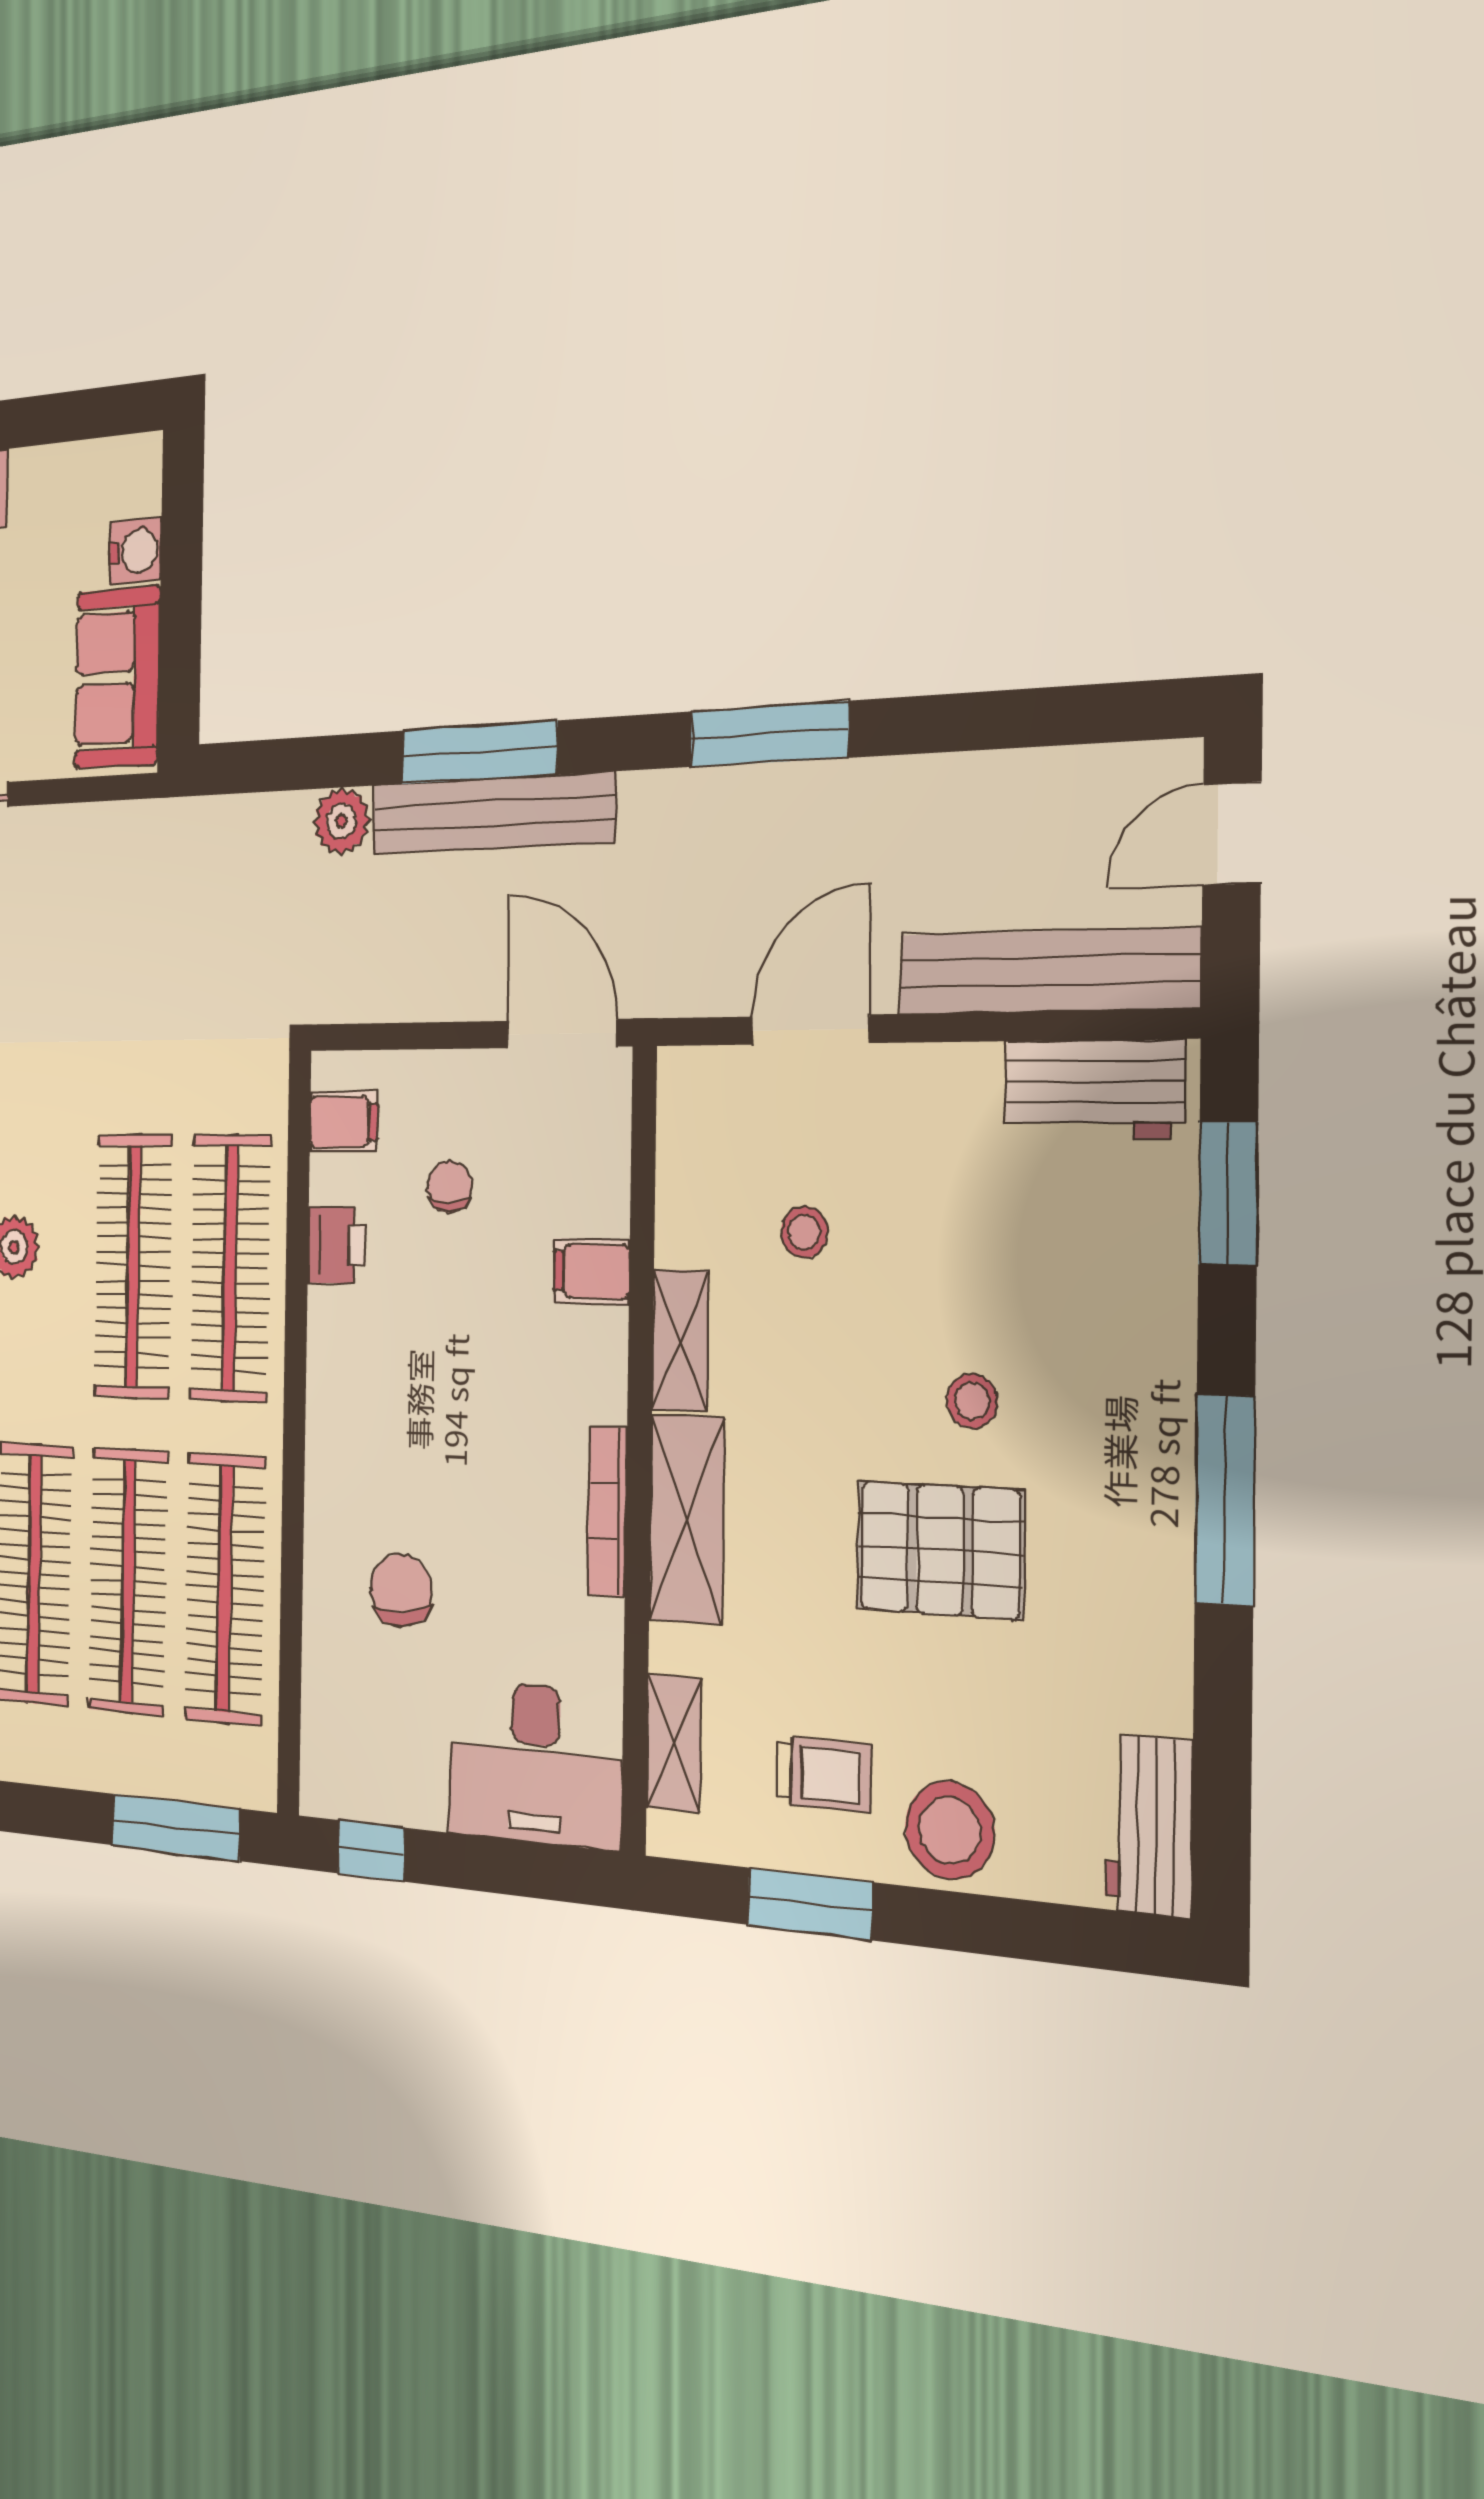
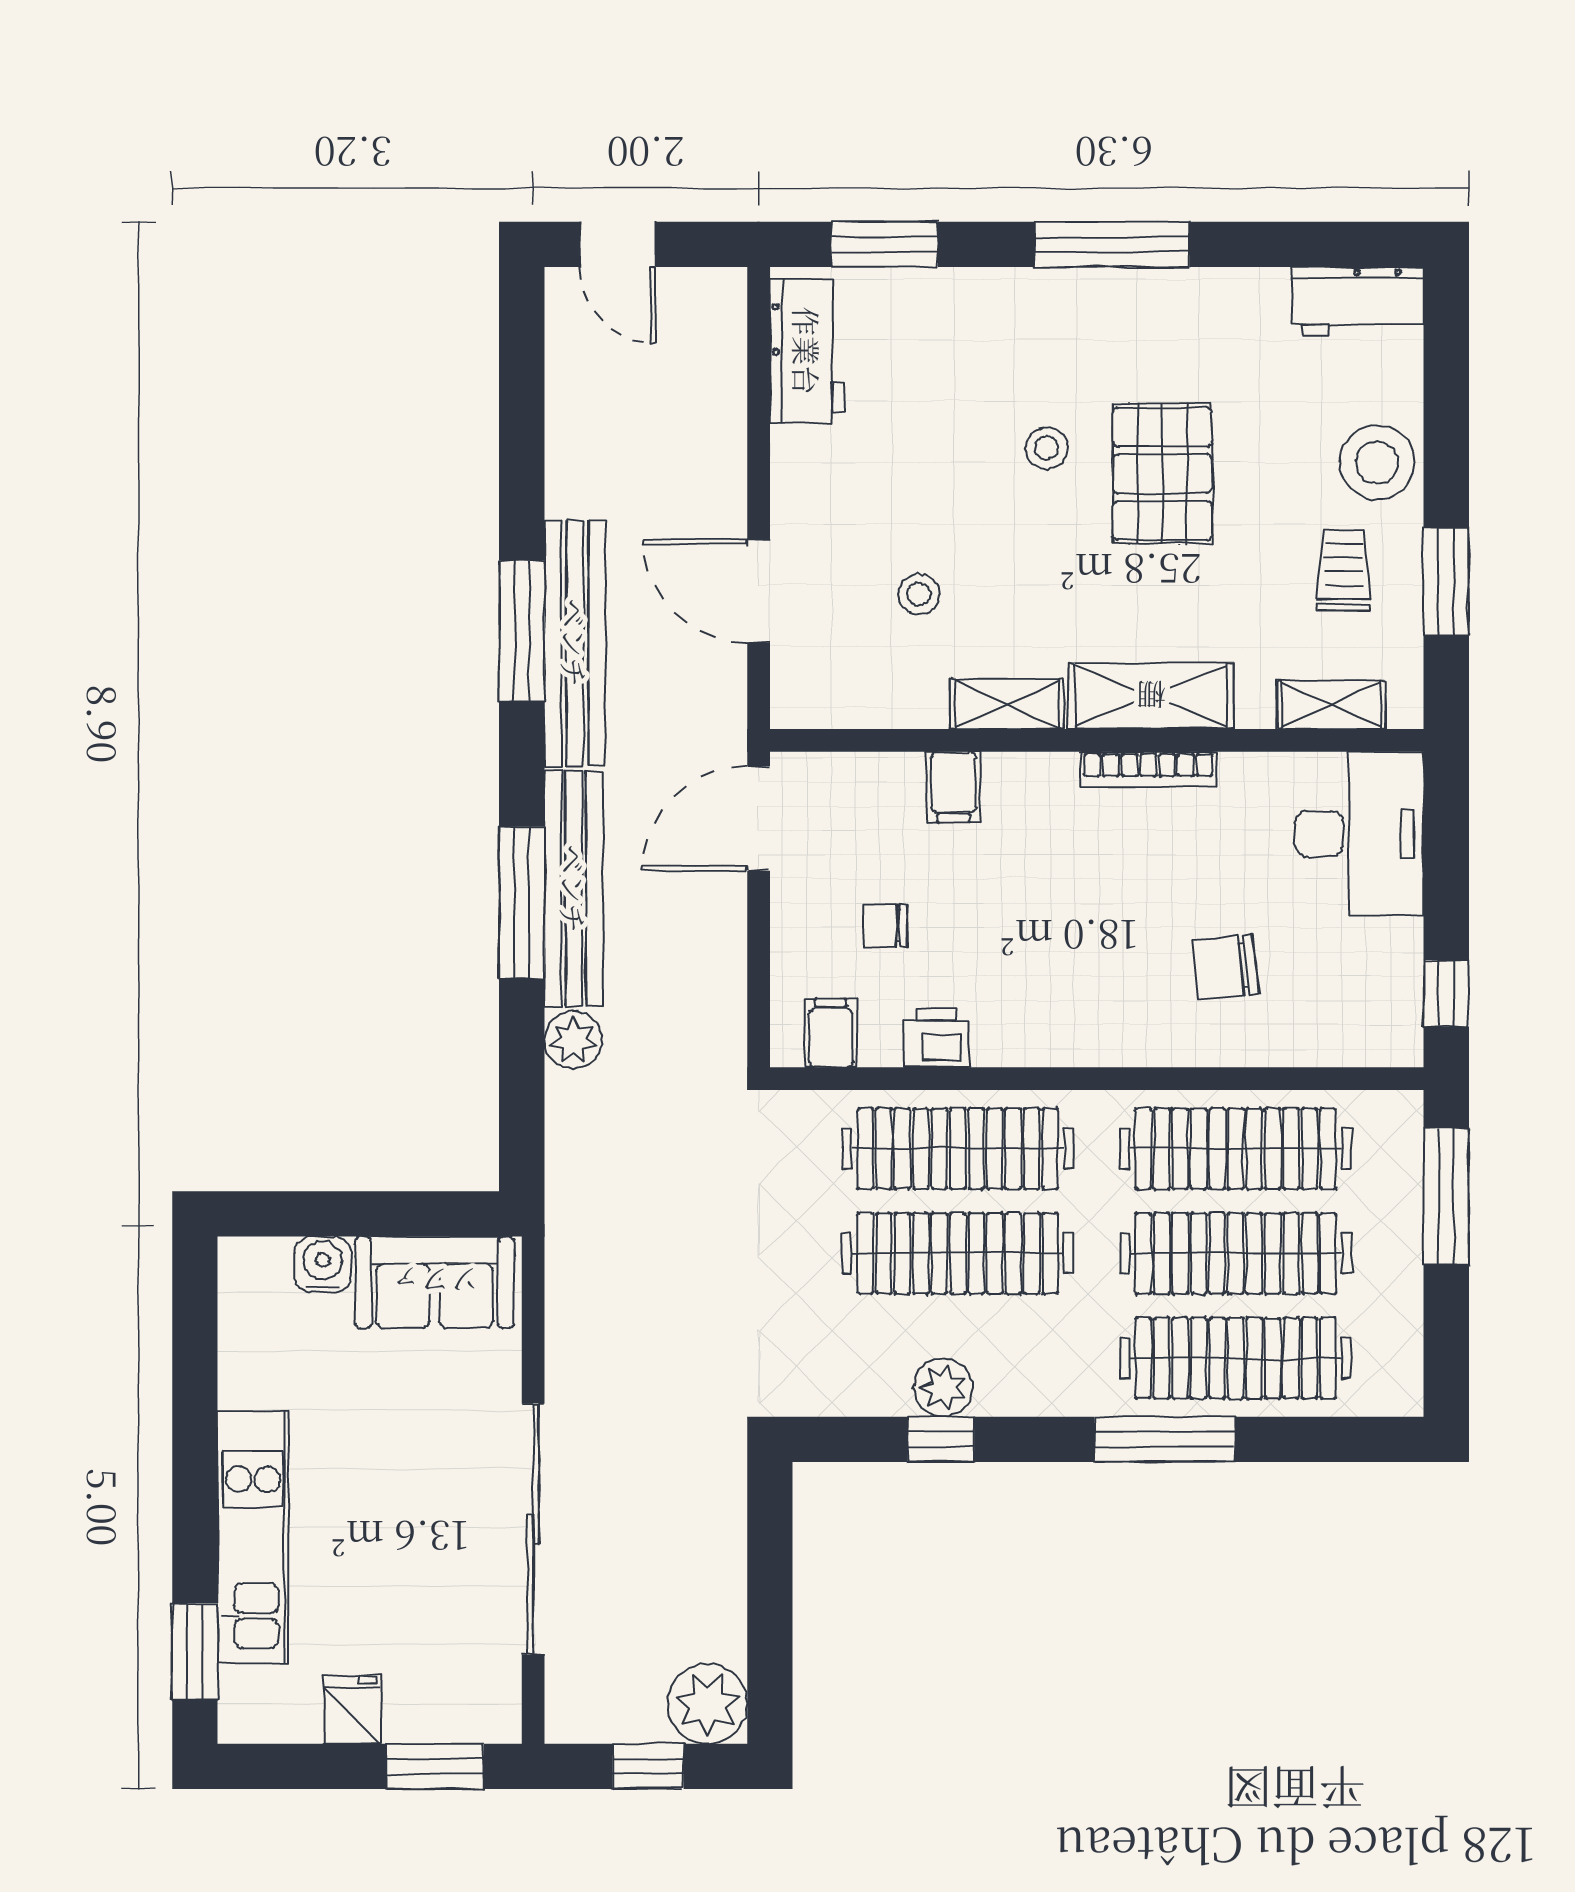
bench: (1048, 971) -> (575, 643), moved

